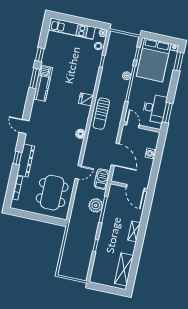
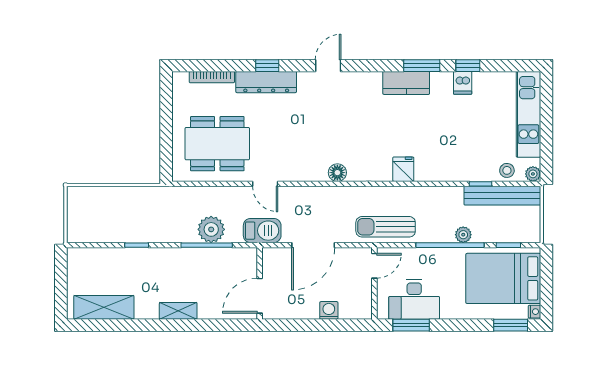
bench: (111, 51) -> (502, 196), added
dishwasher: (46, 71) -> (463, 83), moved
sun lounger: (101, 114) -> (386, 227), moved

